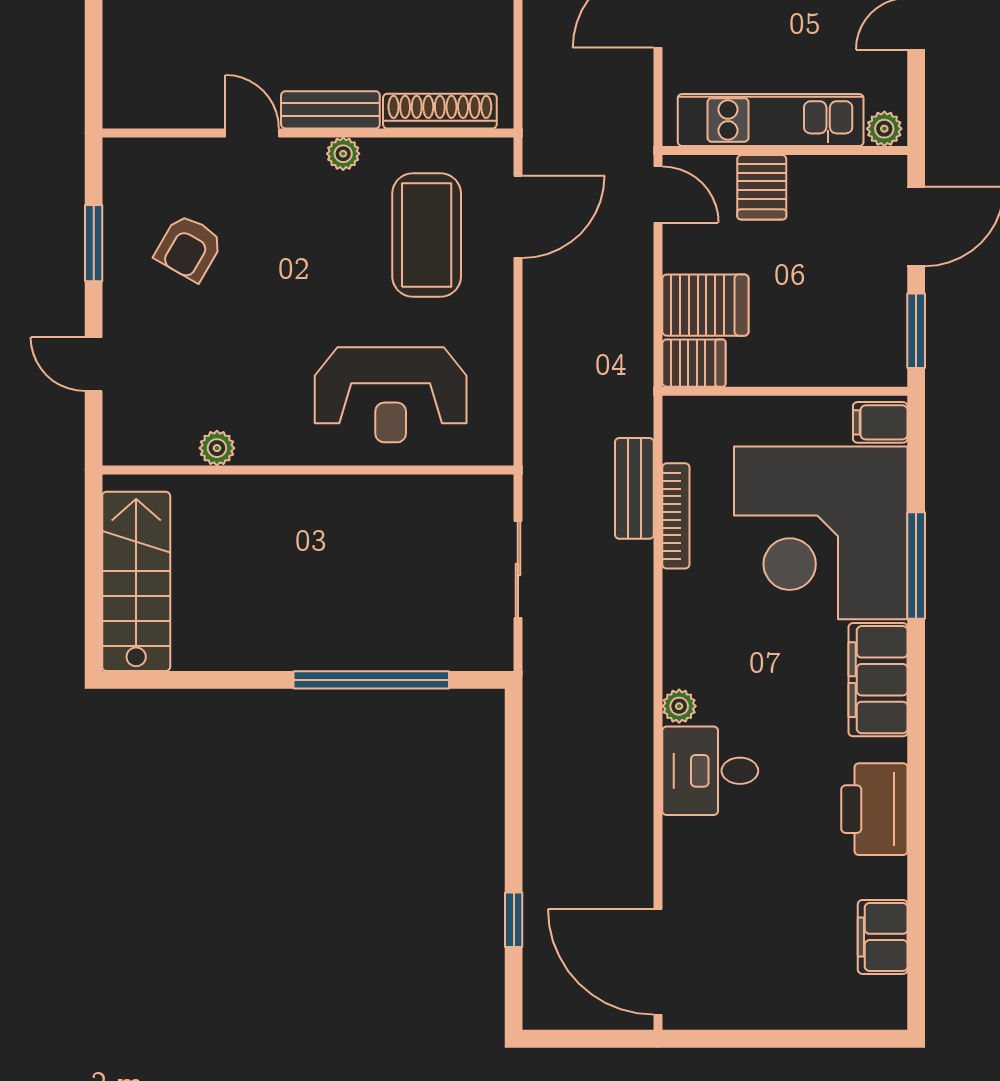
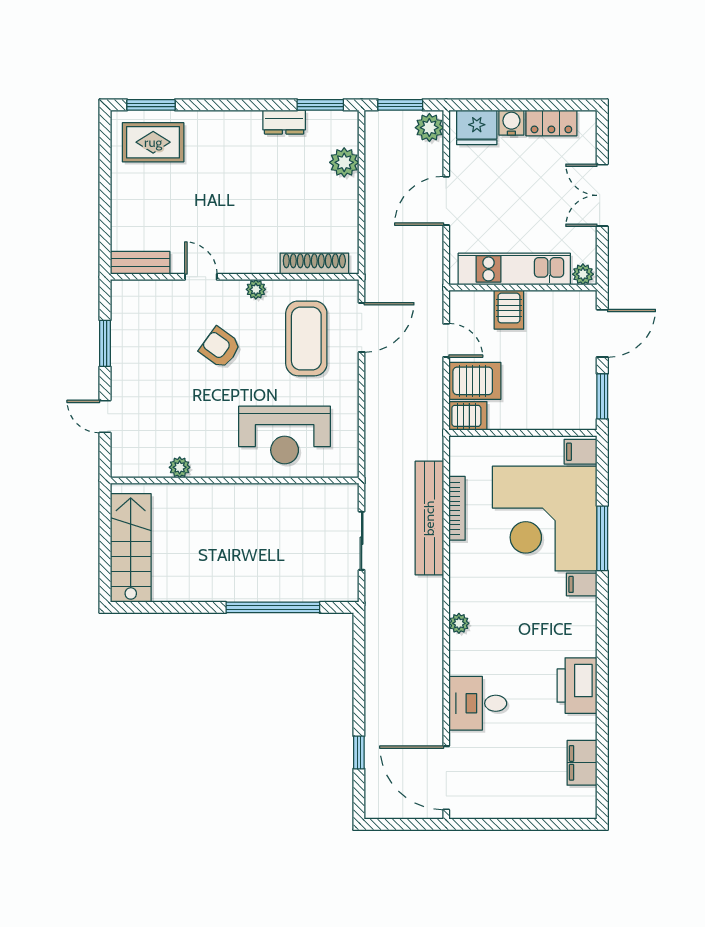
bench: (330, 110) -> (140, 263), moved
door: (658, 195) -> (446, 340), moved
armchair: (189, 248) -> (220, 348), moved, turned 96
bench: (634, 488) -> (429, 518), width x1.86, depth x1.21
filing cabinet: (878, 680) -> (582, 584), width x0.33, depth x0.86
desk: (710, 771) -> (478, 703), moved

